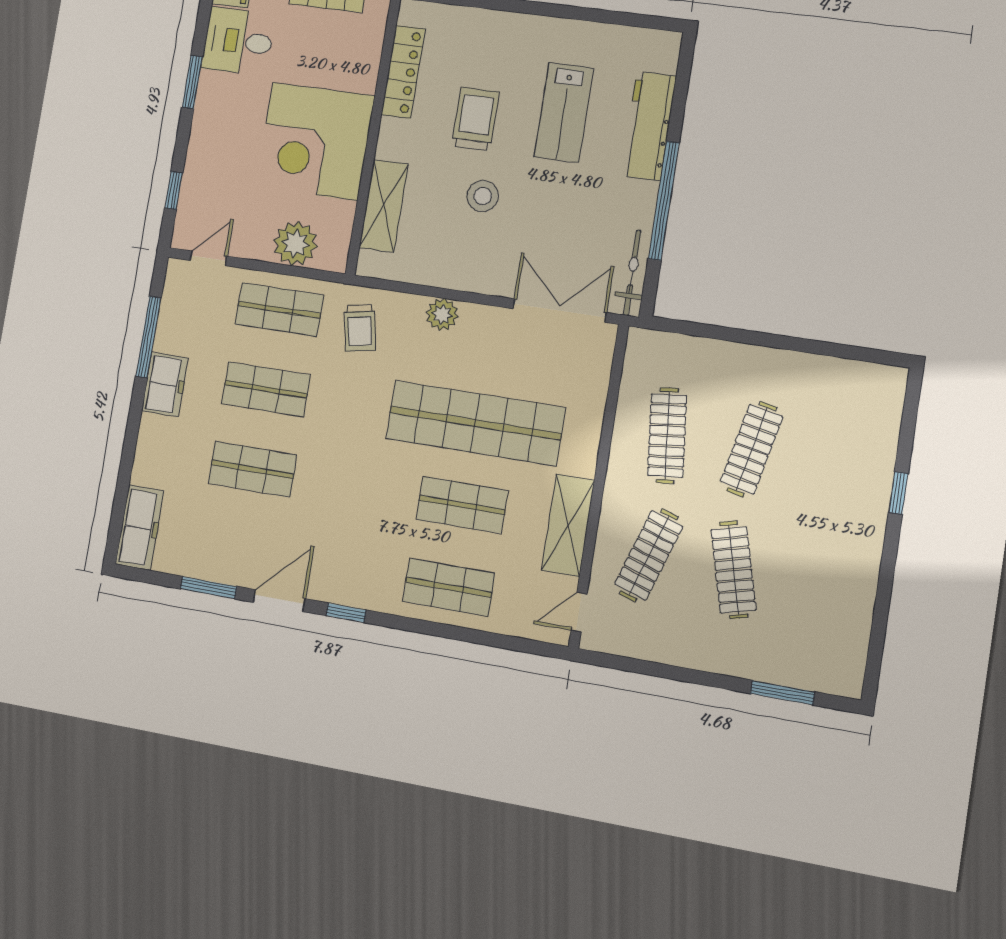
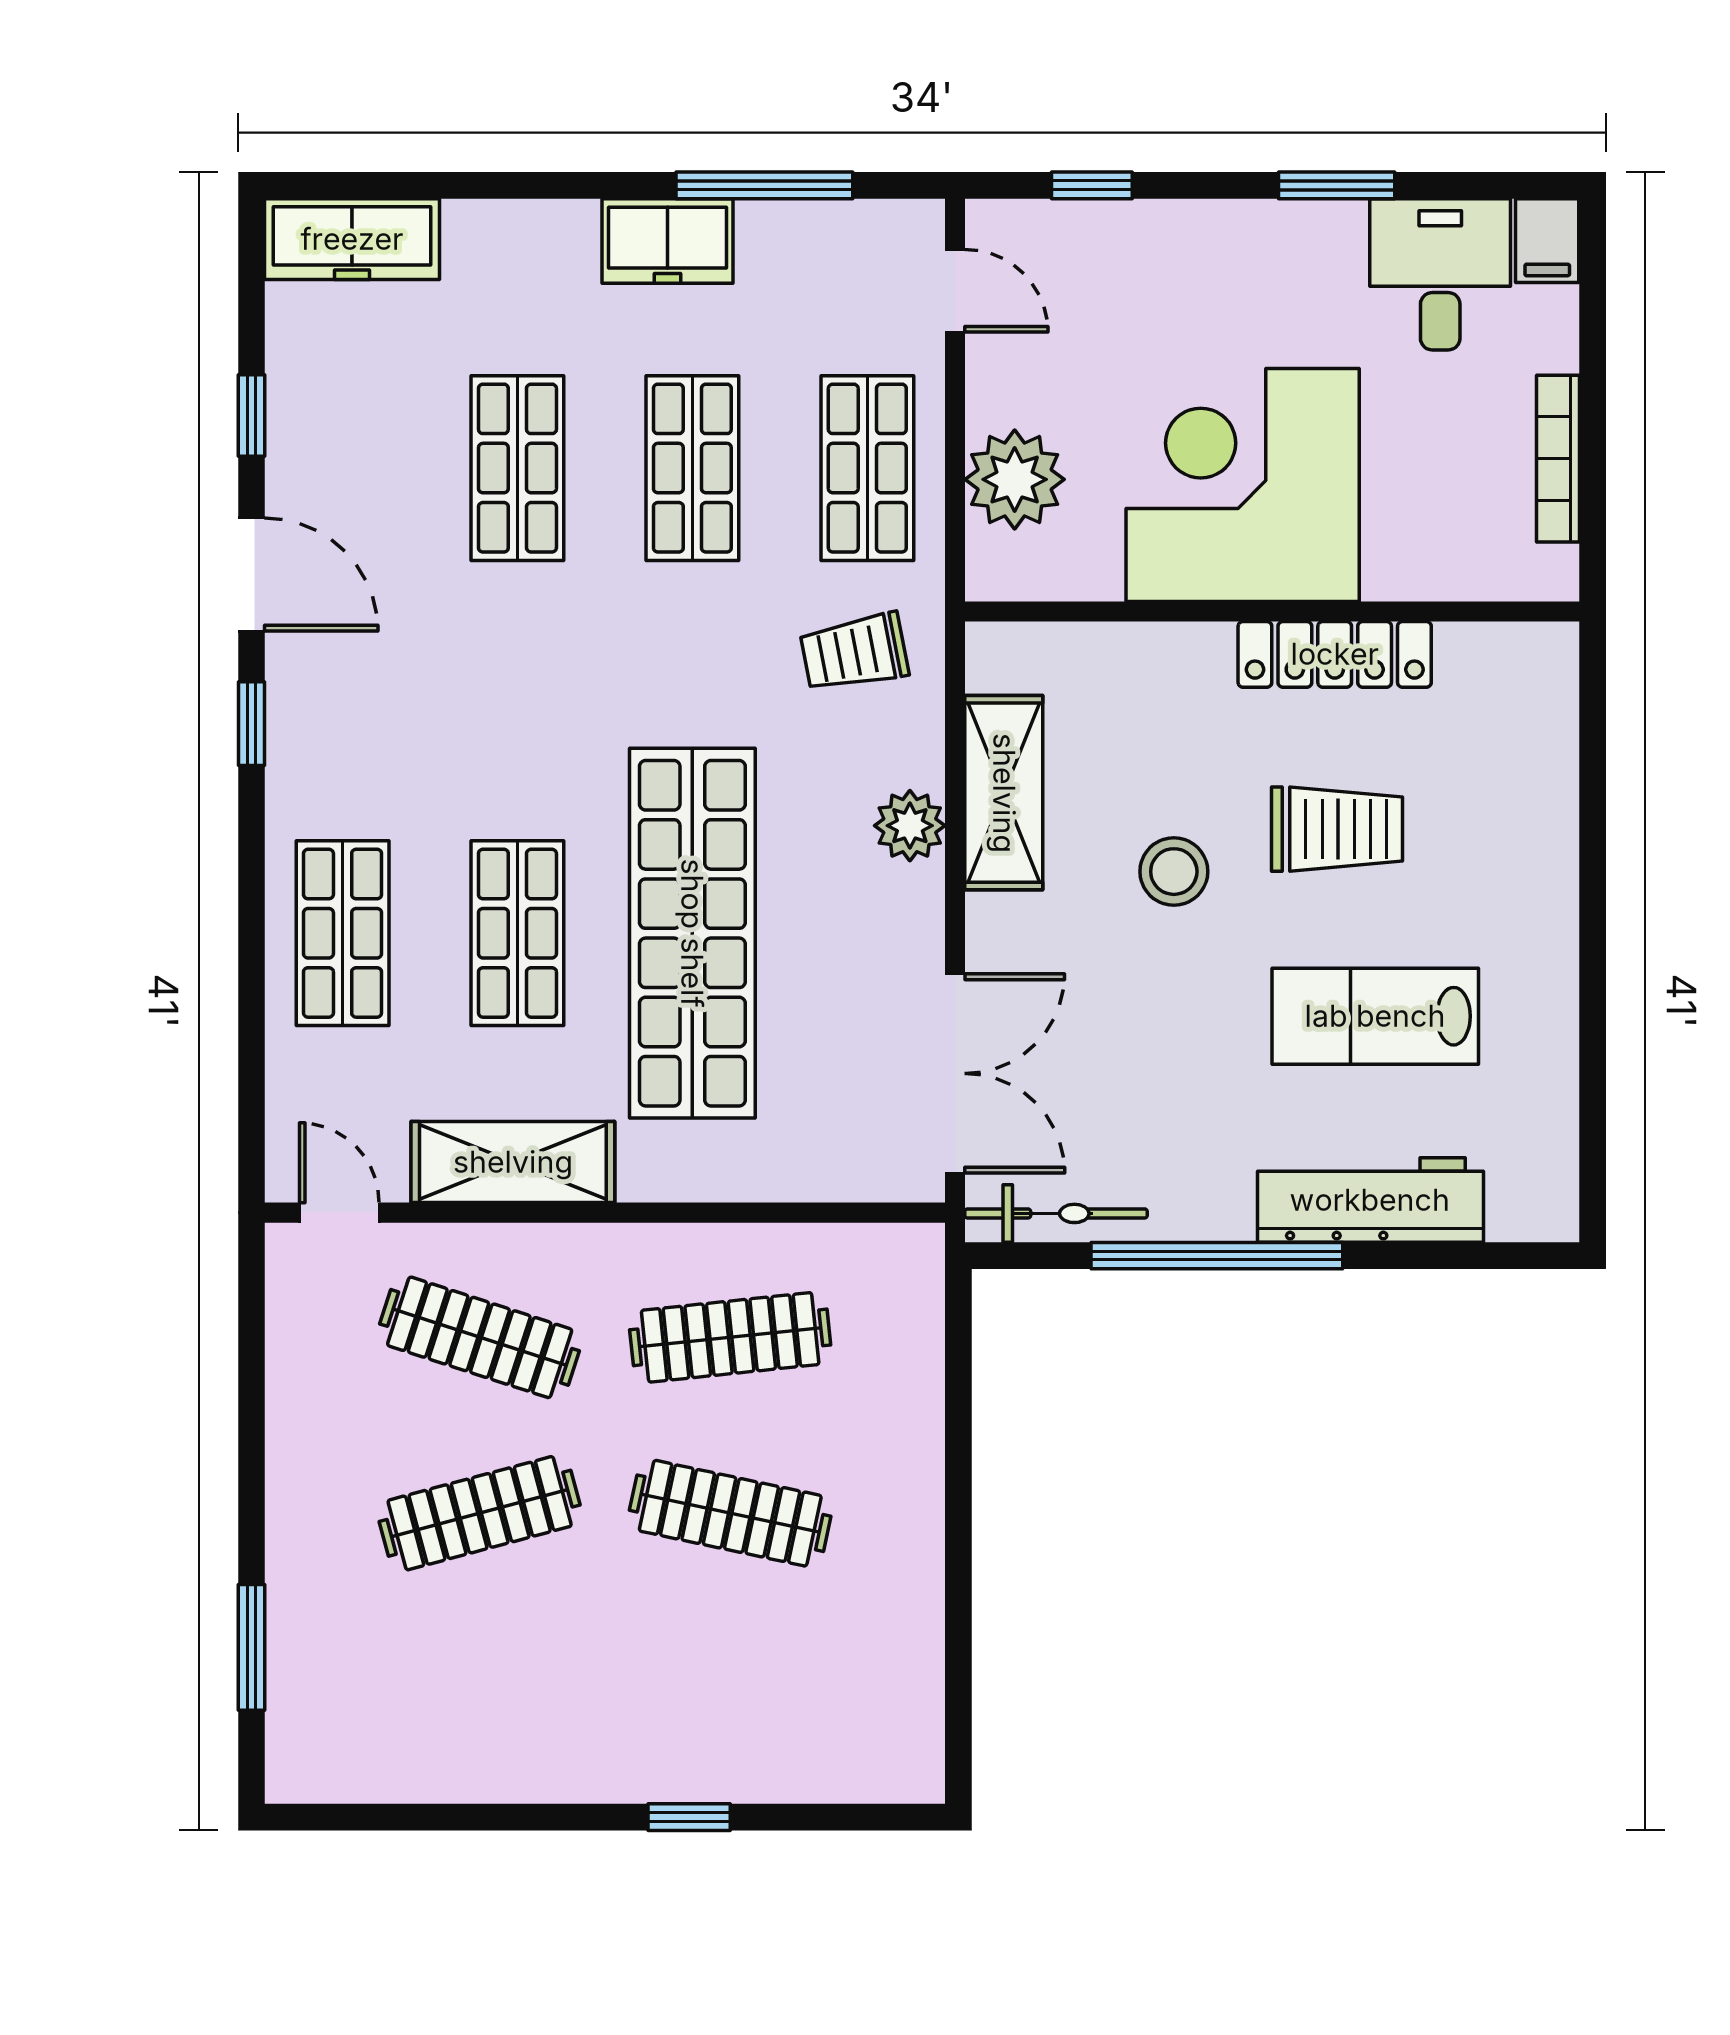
locker: (403, 72) -> (1335, 654), moved
shelving: (384, 206) -> (1004, 793), moved, turned 90
window: (209, 588) -> (251, 416), width x0.67

